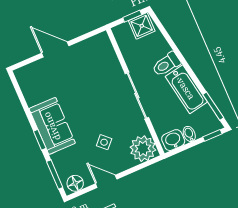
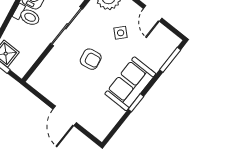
armchair: (95, 102) -> (91, 59), added
window: (40, 140) -> (136, 103), moved
floor lamp: (75, 183) -> (168, 39), removed

